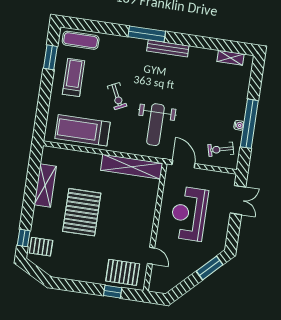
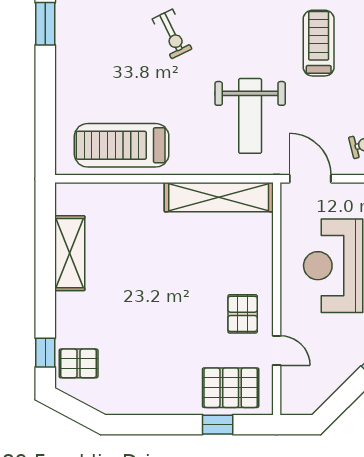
treadmill: (74, 77) -> (319, 43), moved
exercise bike: (117, 96) -> (172, 34), moved
pallet: (82, 212) -> (243, 314), moved, width x0.49, depth x0.50

